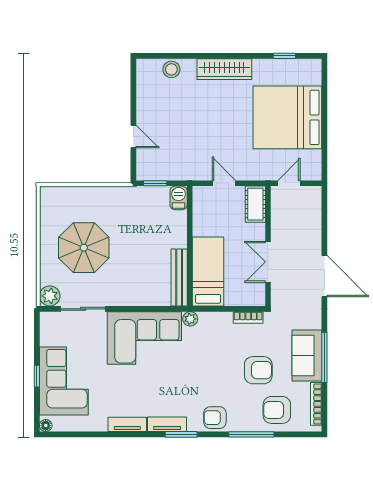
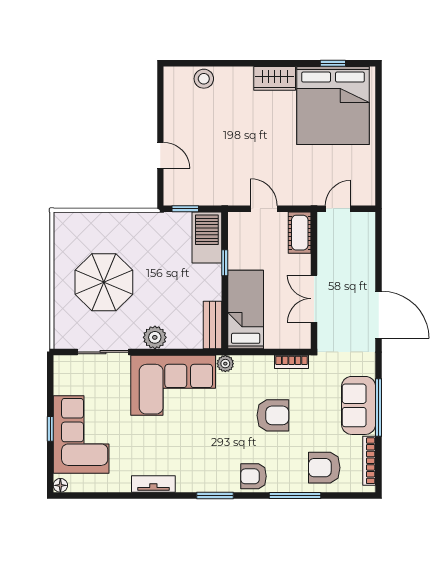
wardrobe: (224, 69) -> (275, 78), width x0.67
bed: (287, 117) -> (333, 106), moved, turned -90
barbecue: (179, 198) -> (207, 238), width x1.88, depth x1.53
window: (190, 231) -> (225, 263), added
bench: (179, 278) -> (213, 325), width x0.73
plant: (50, 296) -> (155, 337), moved
armchair: (258, 370) -> (273, 415), moved
tv unit: (167, 424) -> (199, 484), removed

